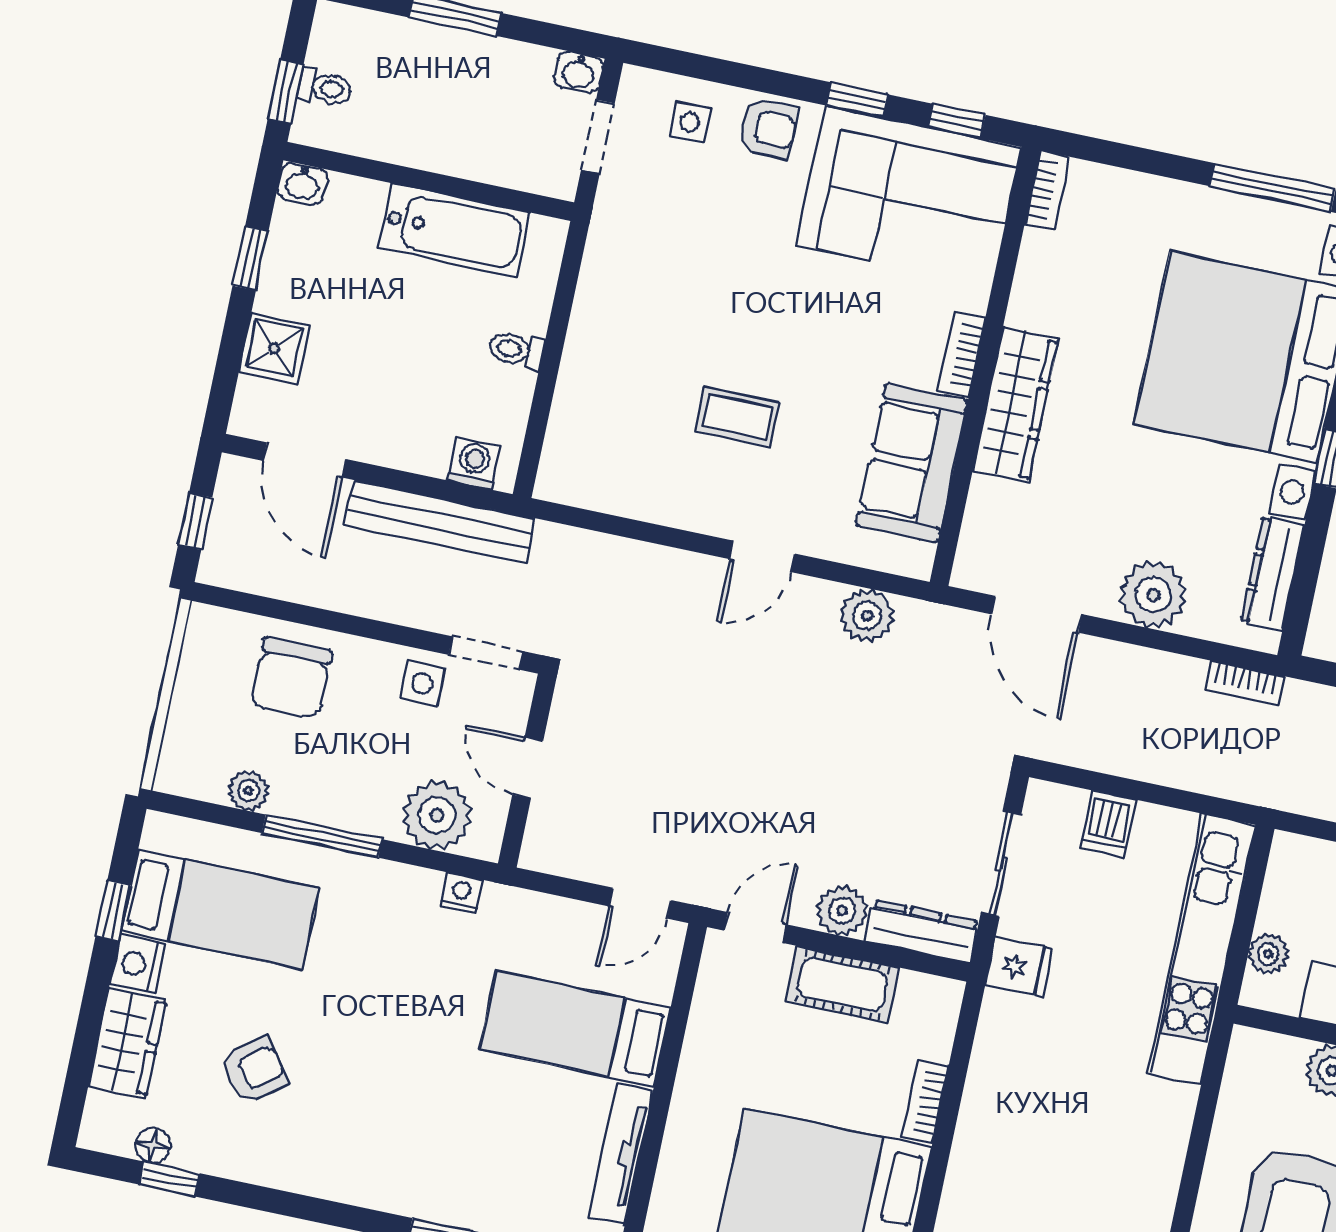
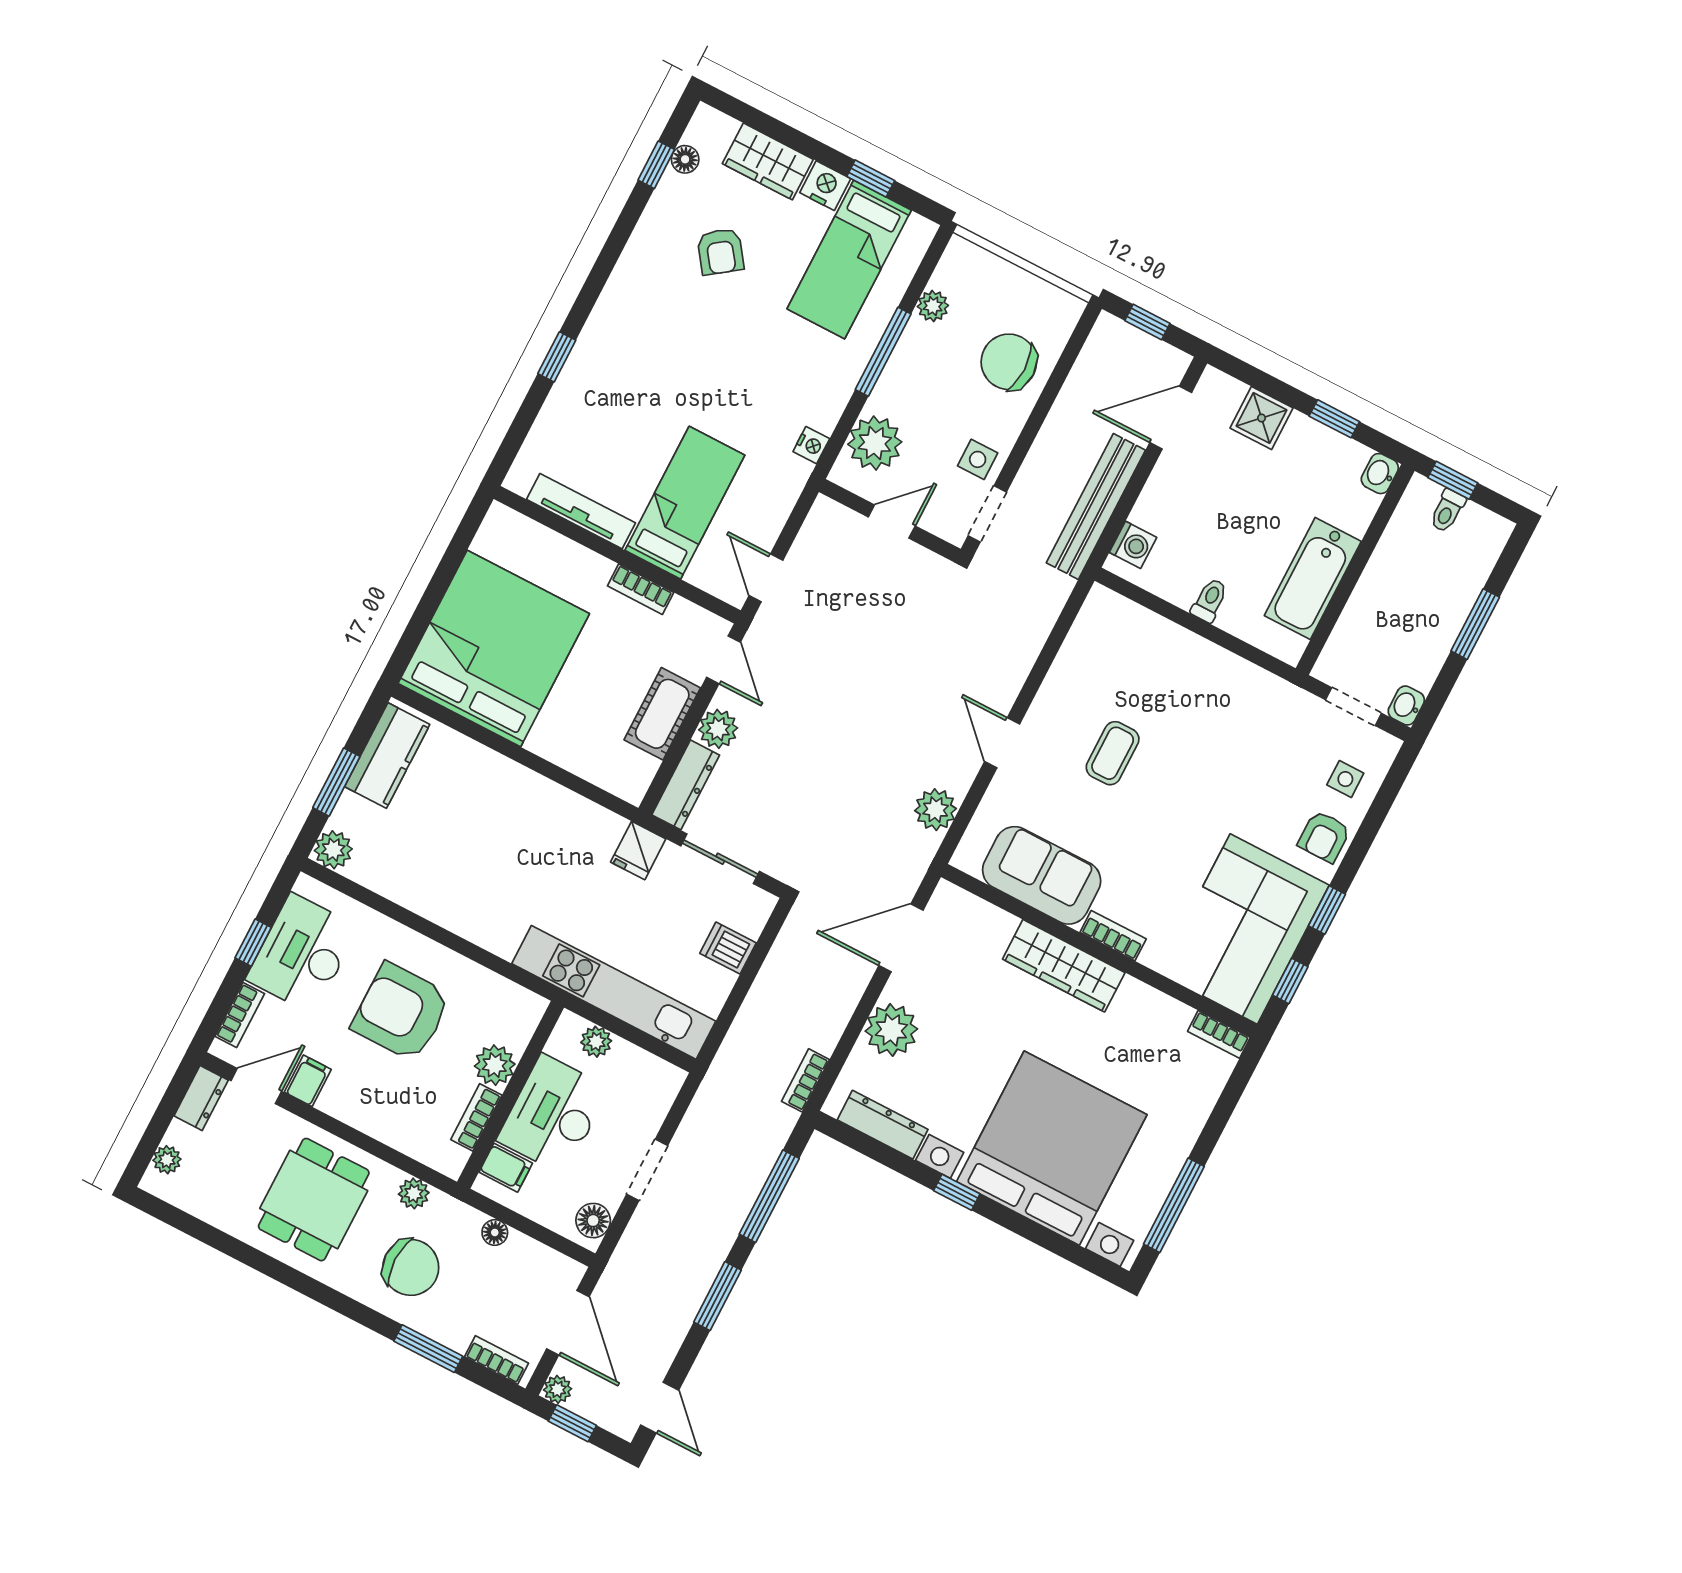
bookcase: (925, 1102) -> (641, 589), moved, turned 180

